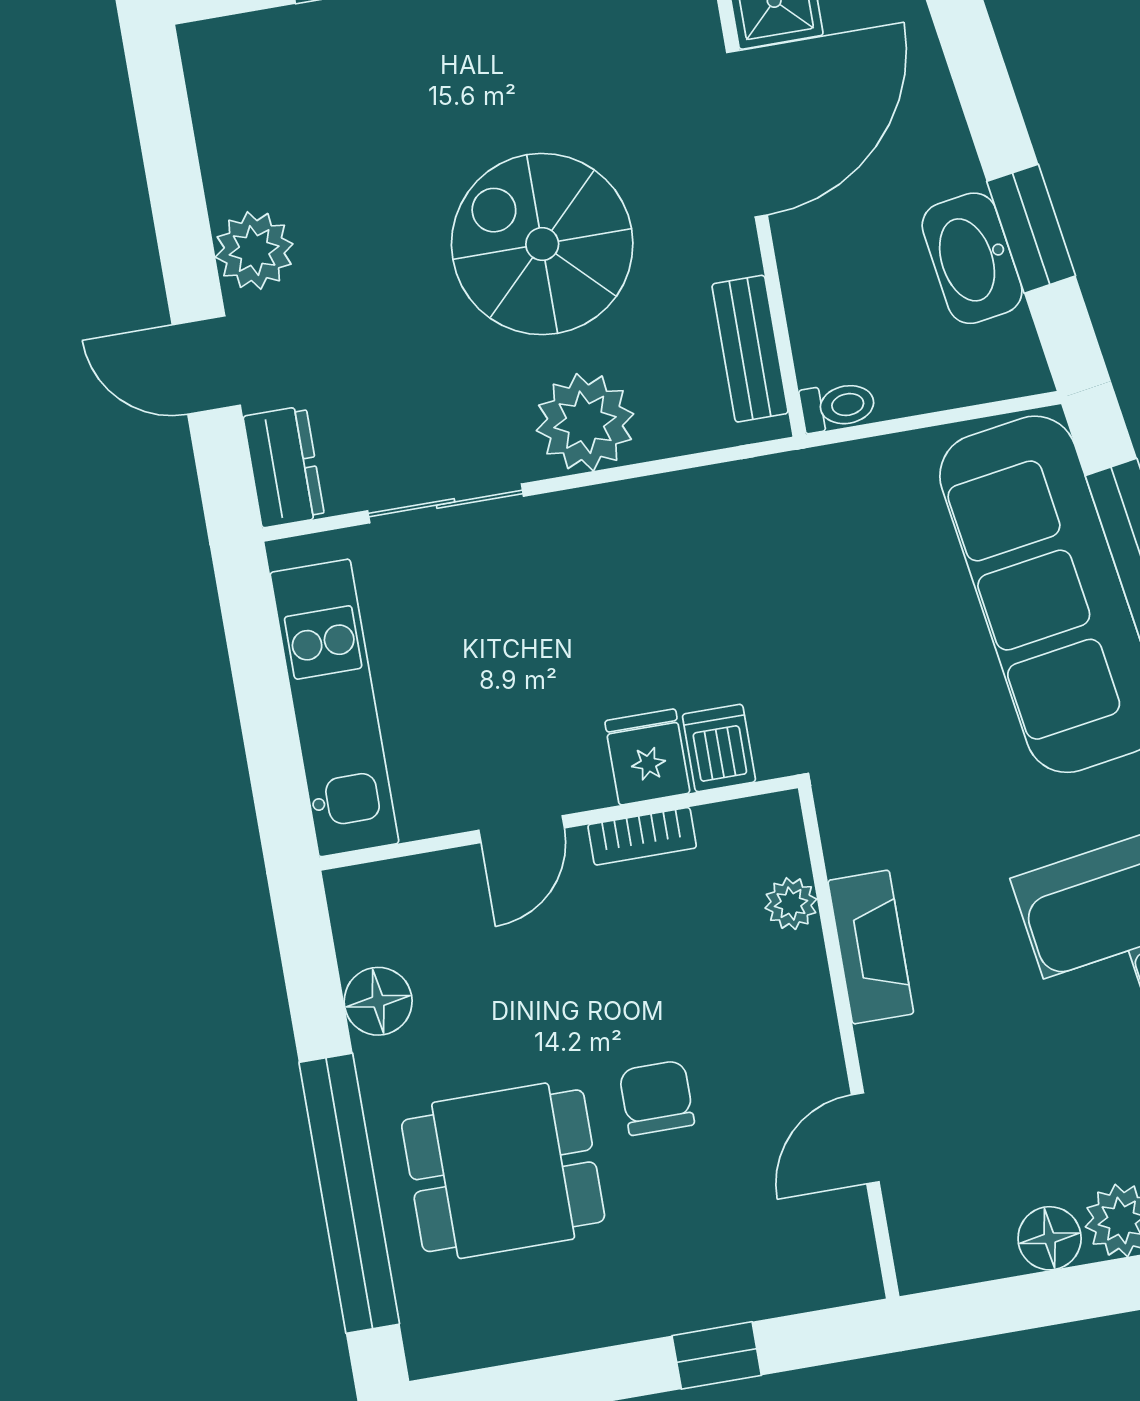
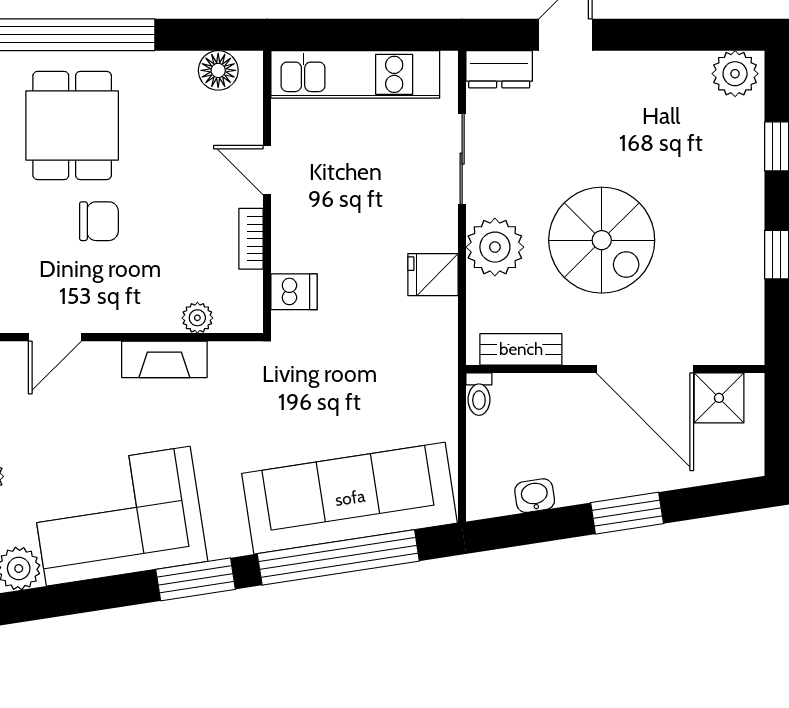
window: (1031, 229) -> (627, 513), moved
spiral stairs: (542, 244) -> (602, 240), turned 90
plant: (254, 251) -> (735, 74), moved
washbasin: (972, 258) -> (535, 496), width x0.52, depth x0.69
fridge: (647, 757) -> (433, 275), moved, turned 180
floor lamp: (378, 1001) -> (218, 70), moved
door: (865, 1138) -> (55, 337), swing flipped

